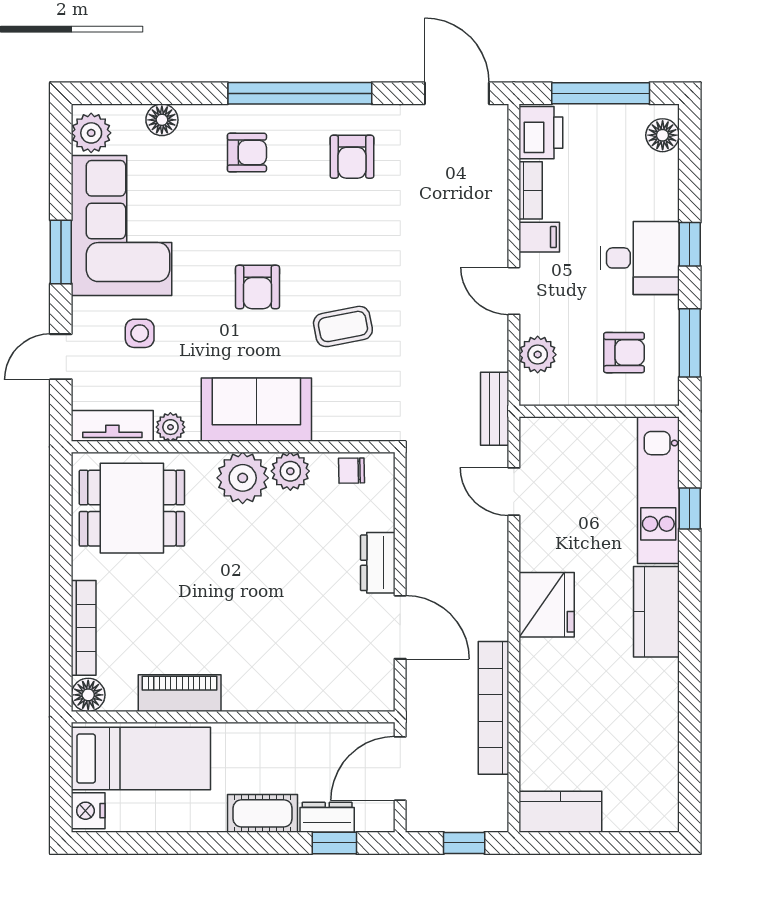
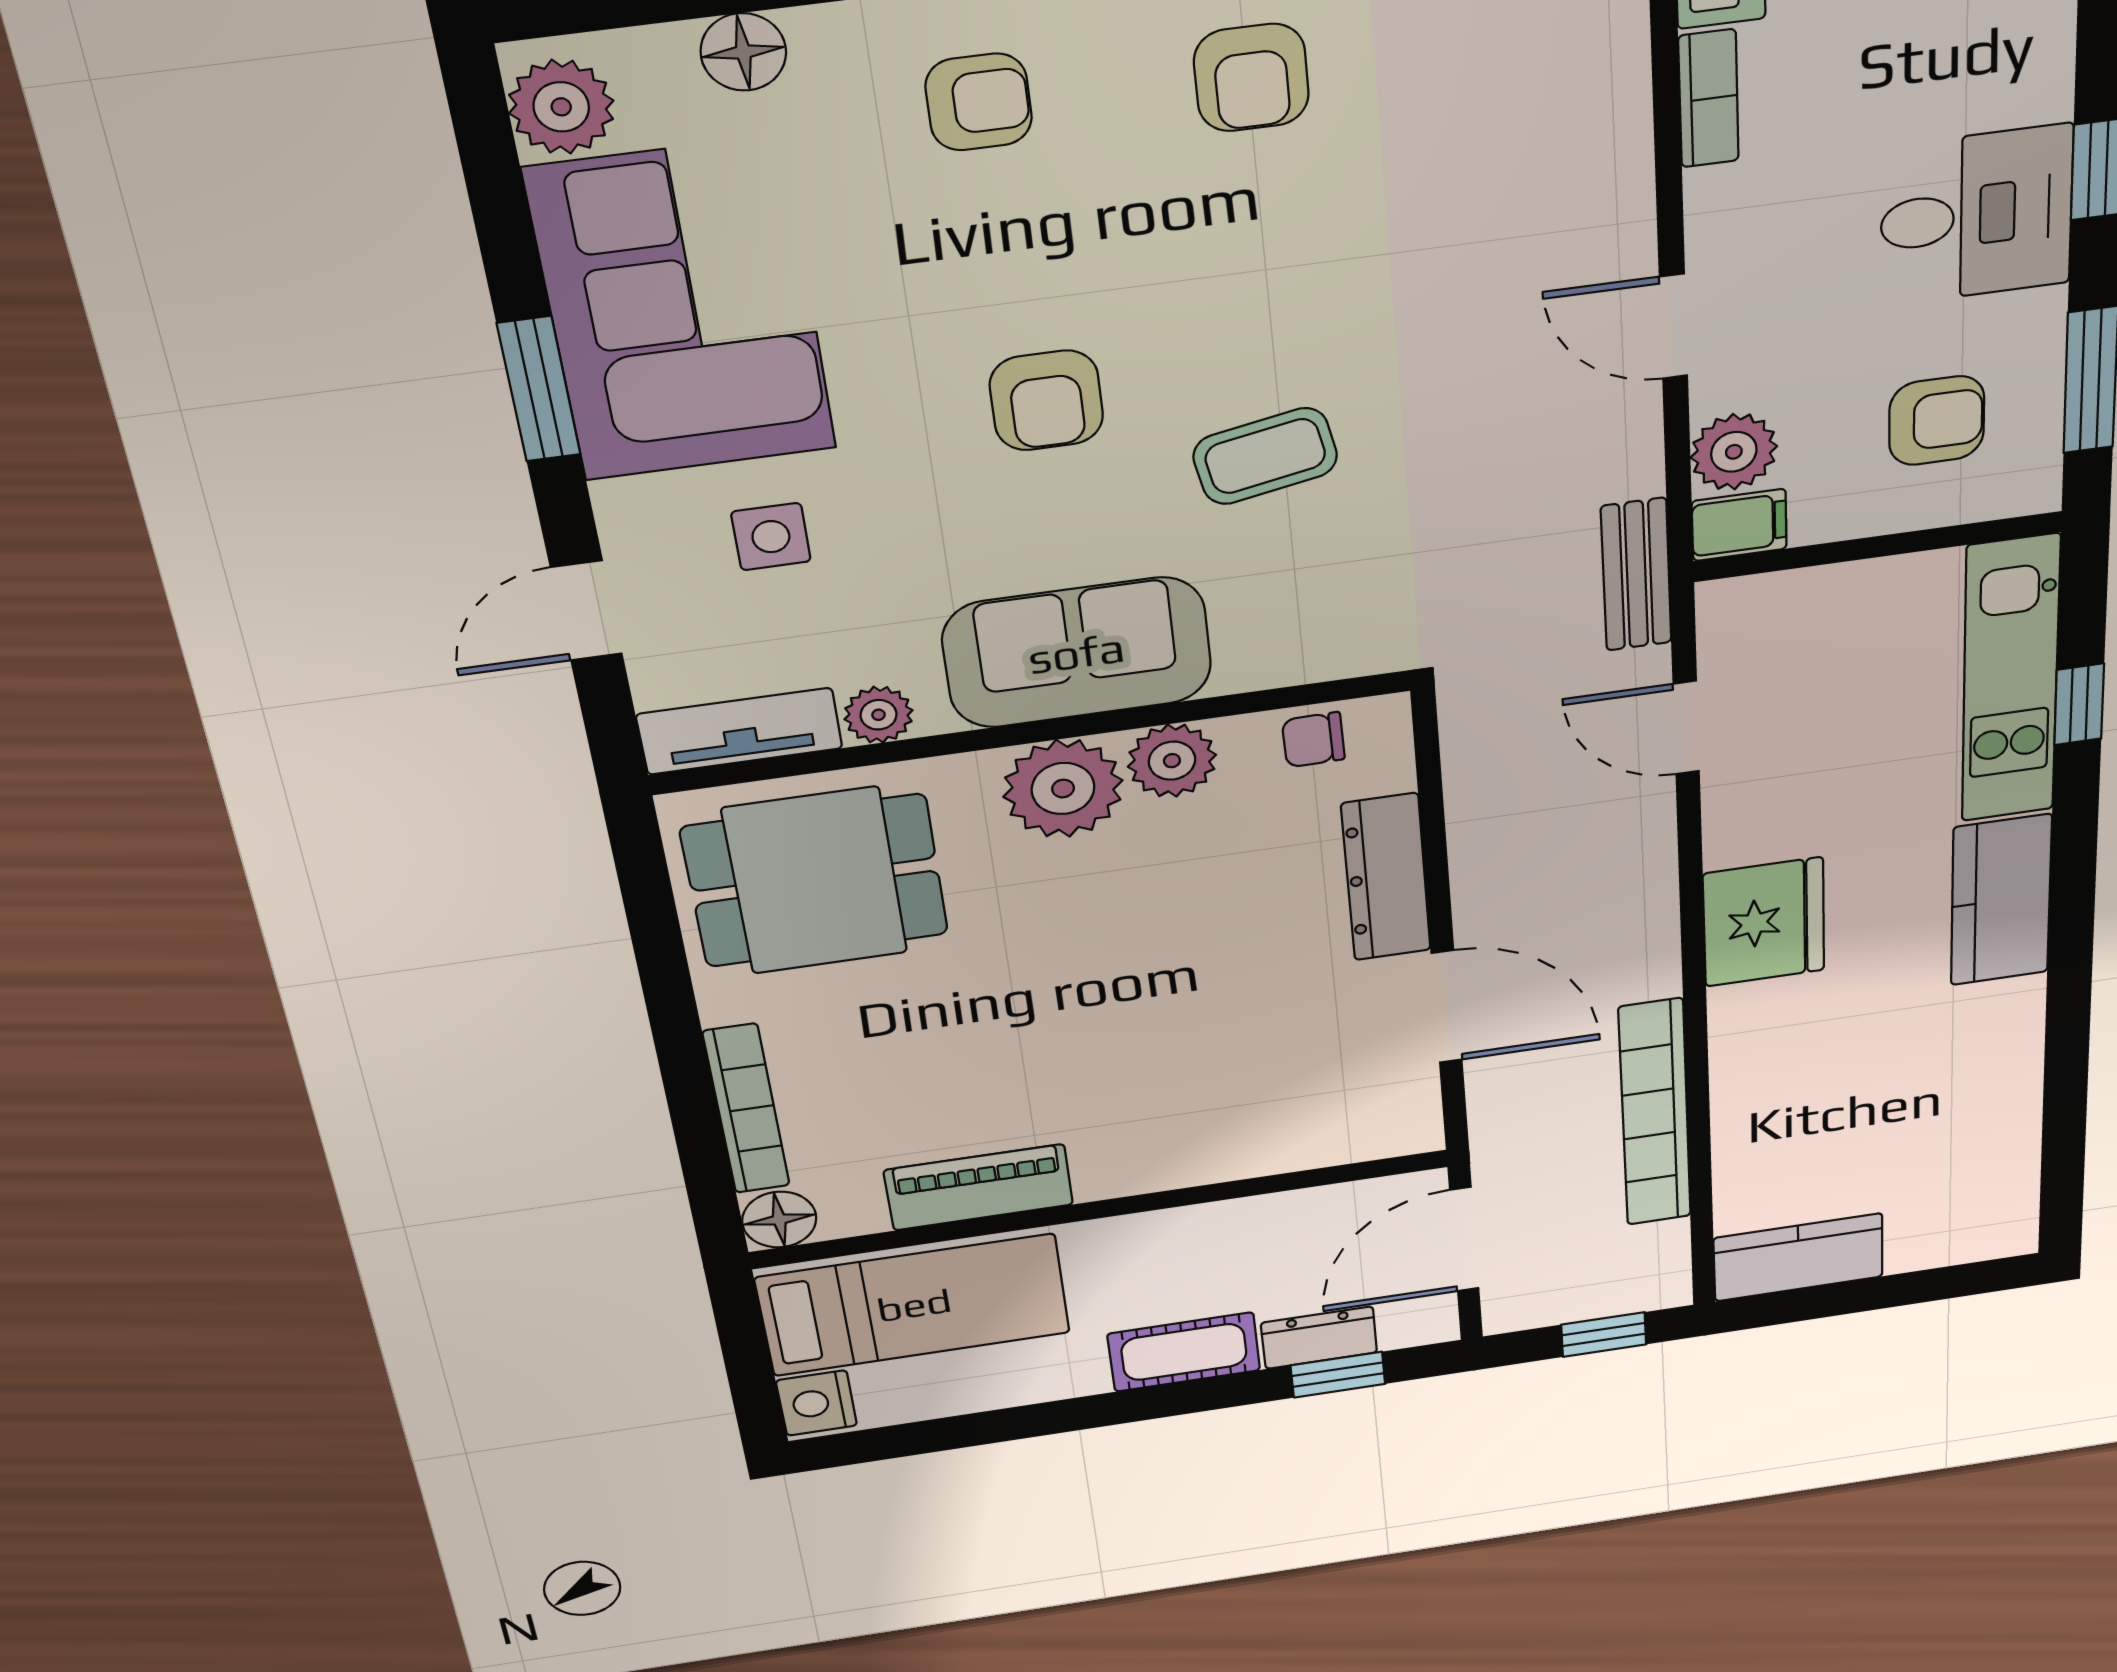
filing cabinet: (539, 237) -> (1739, 525), moved
dresser: (378, 563) -> (1386, 877), width x1.44

